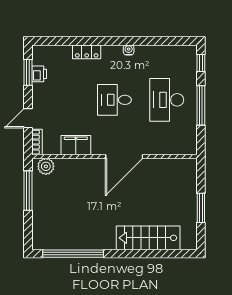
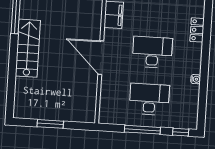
water cooler: (129, 50) -> (196, 79), moved
desk: (114, 100) -> (152, 52), width x1.37
stairs: (148, 238) -> (28, 48), moved

